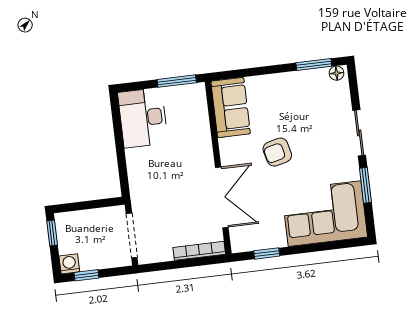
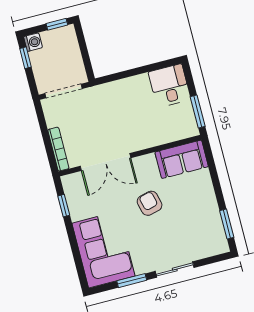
floor lamp: (337, 73) -> (222, 244), removed
desk: (143, 118) -> (169, 86), width x0.73

